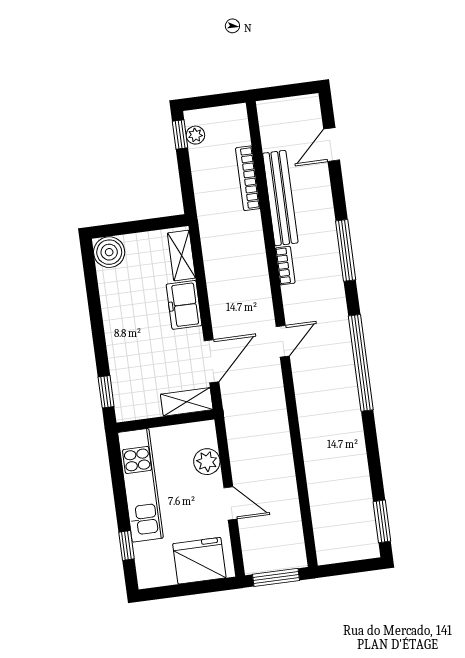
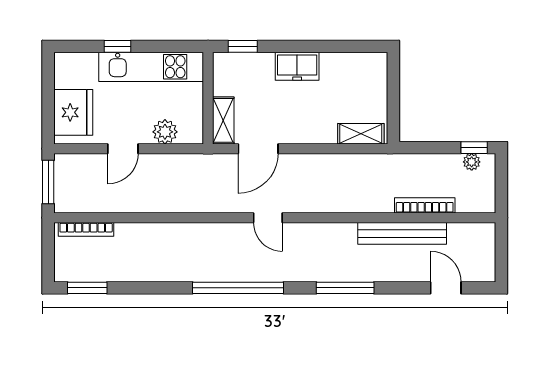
boiler: (109, 252) -> (373, 67), removed
bookcase: (285, 266) -> (86, 229), moved, width x1.56
freezer: (184, 305) -> (297, 66), moved, turned 180
door: (212, 361) -> (258, 149), hinge flipped
window: (127, 546) -> (118, 46), moved

